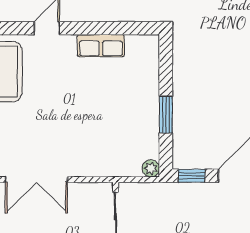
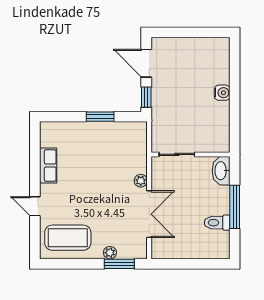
plant: (151, 168) -> (141, 181), moved

